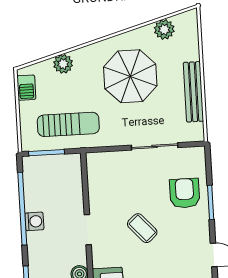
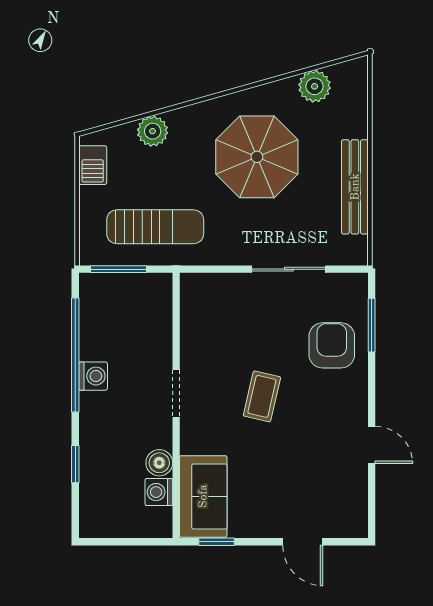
window: (211, 202) -> (372, 325), moved
coffee table: (142, 228) -> (262, 396), turned 55

